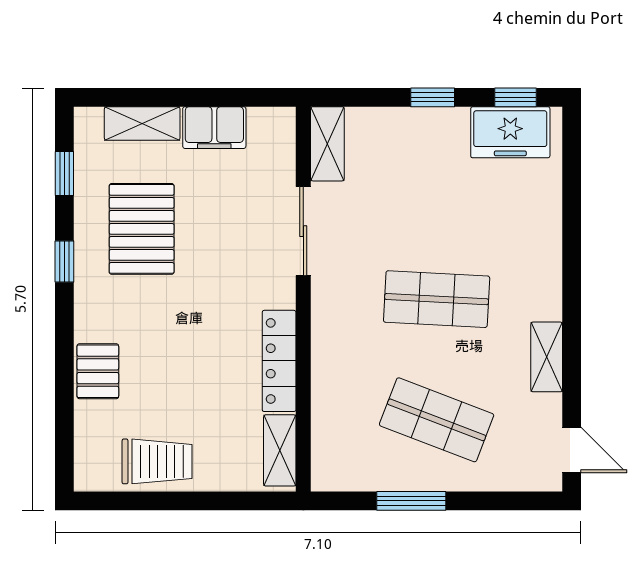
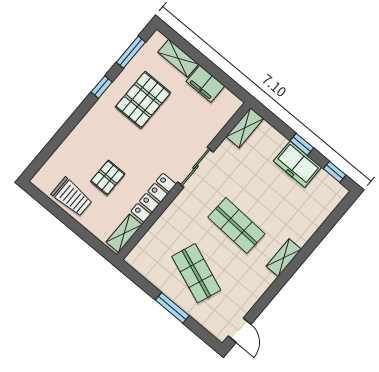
freezer: (510, 132) -> (297, 164), moved
window: (64, 173) -> (131, 52), width x1.50
sliding door: (303, 231) -> (195, 167), moved
shelving: (547, 357) -> (284, 258), moved
pallet: (98, 371) -> (108, 178), moved
window: (411, 501) -> (172, 308), moved

